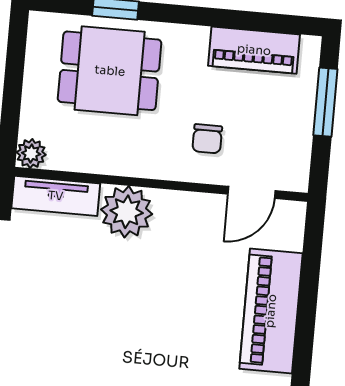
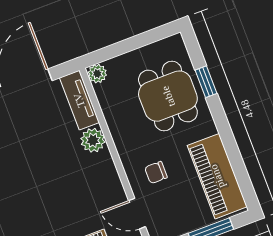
piano: (254, 50) -> (217, 176), width x1.37, depth x1.33
plant: (127, 212) -> (93, 140), width x0.73, depth x0.73

